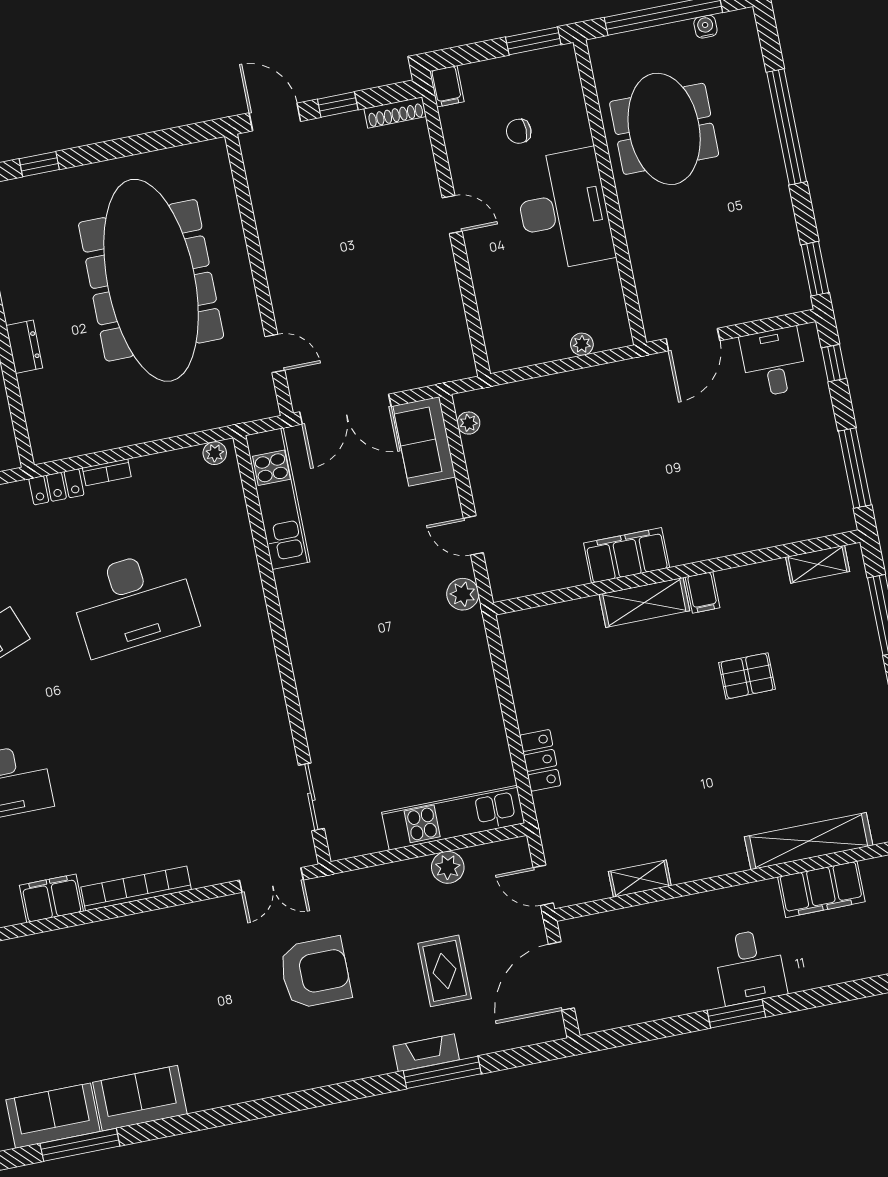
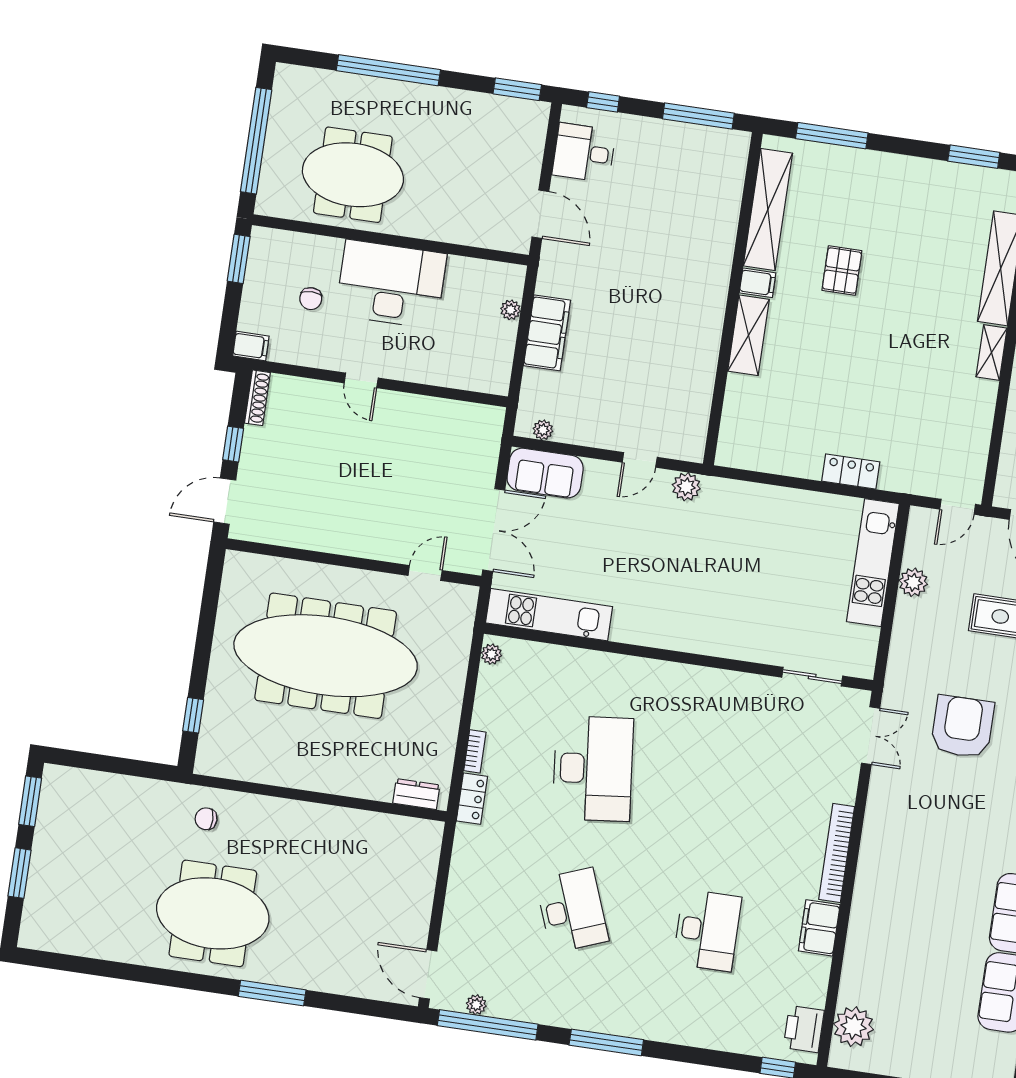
water cooler: (705, 27) -> (279, 109), removed
door: (452, 214) -> (361, 380), swing flipped
dresser: (24, 347) -> (416, 794), moved
filing cabinet: (627, 555) -> (547, 333), moved, turned 180
shelving: (818, 564) -> (768, 209), width x2.20, depth x1.33
shelving: (640, 879) -> (992, 352), moved

